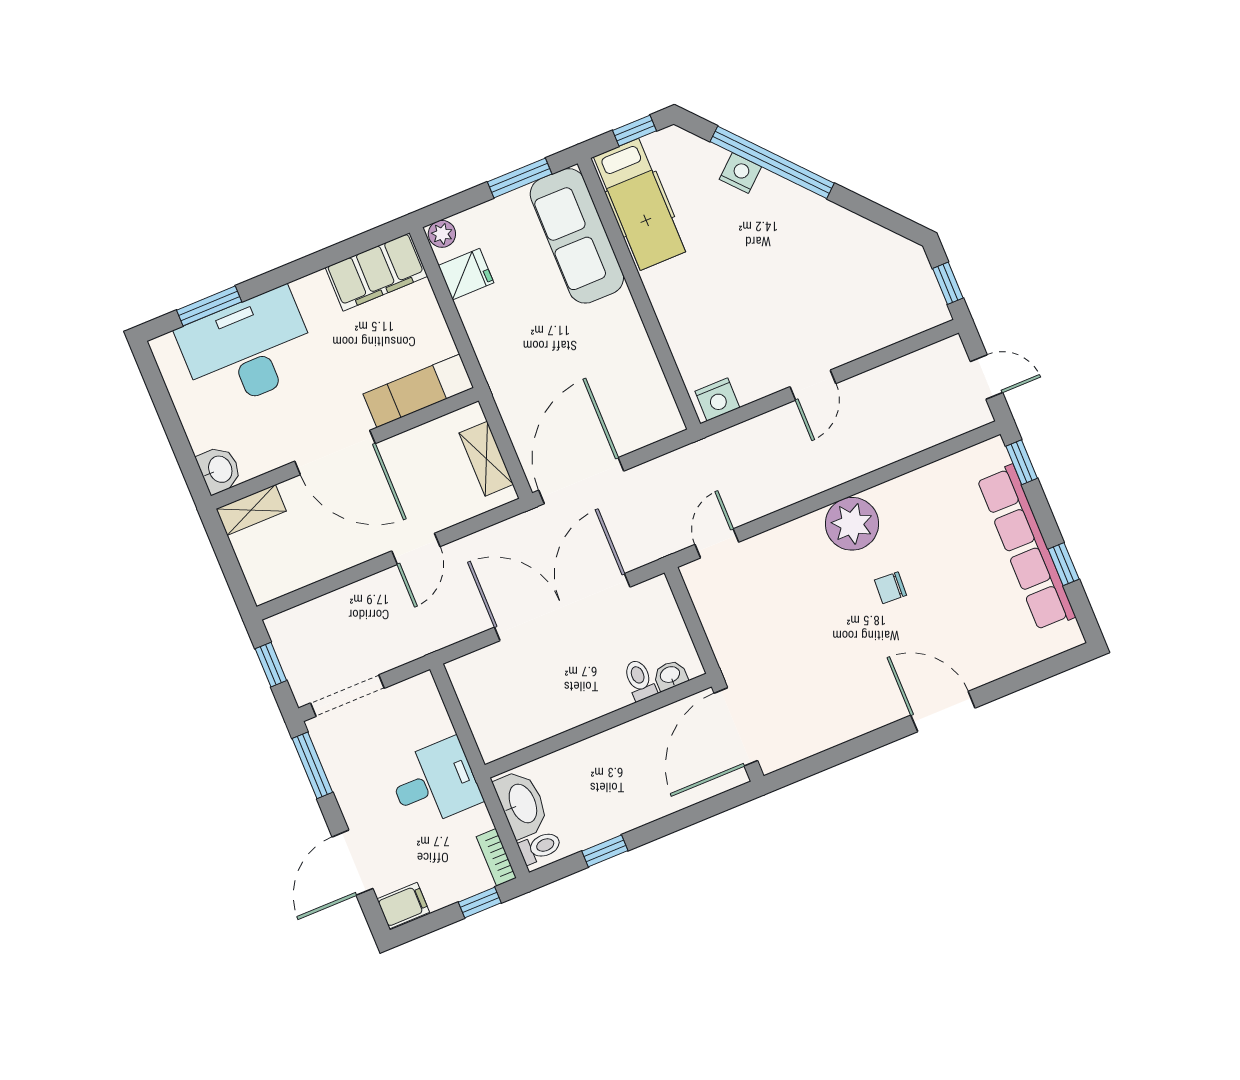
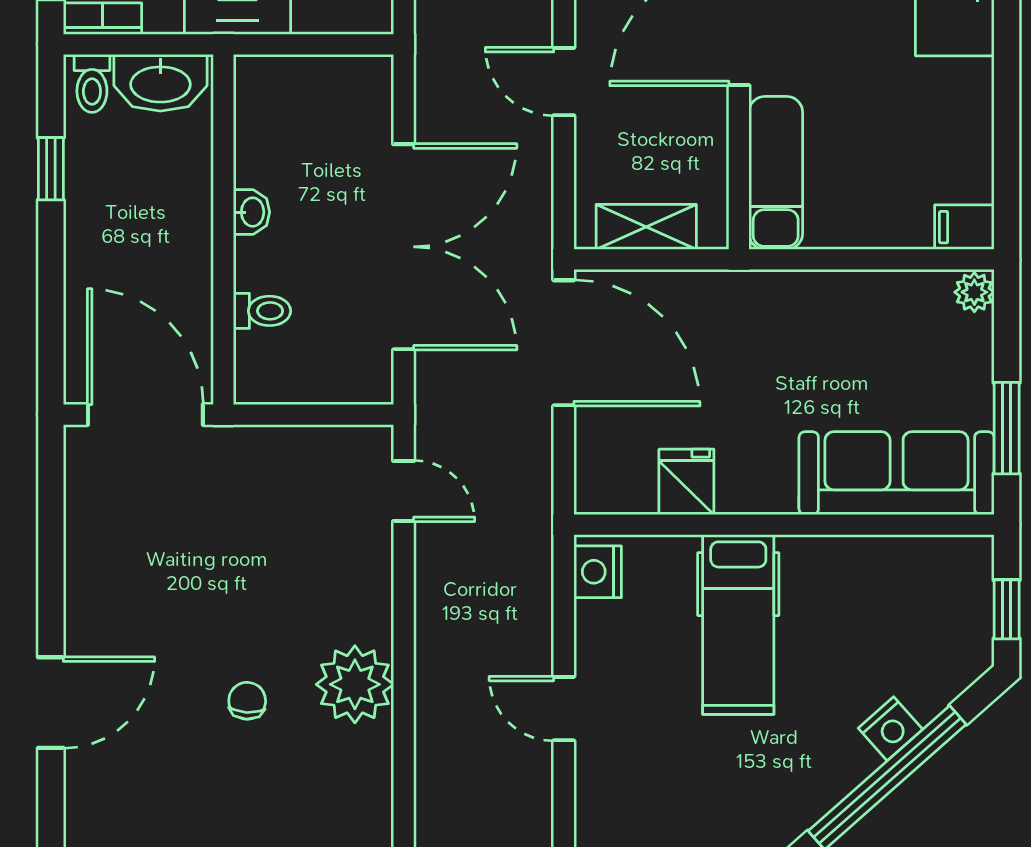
hospital bed: (640, 204) -> (738, 625), moved, turned -90
filing cabinet: (376, 272) -> (964, 227), width x0.33, depth x0.86
fridge: (466, 274) -> (686, 482), moved, turned 180
washbasin: (670, 675) -> (252, 212), moved

